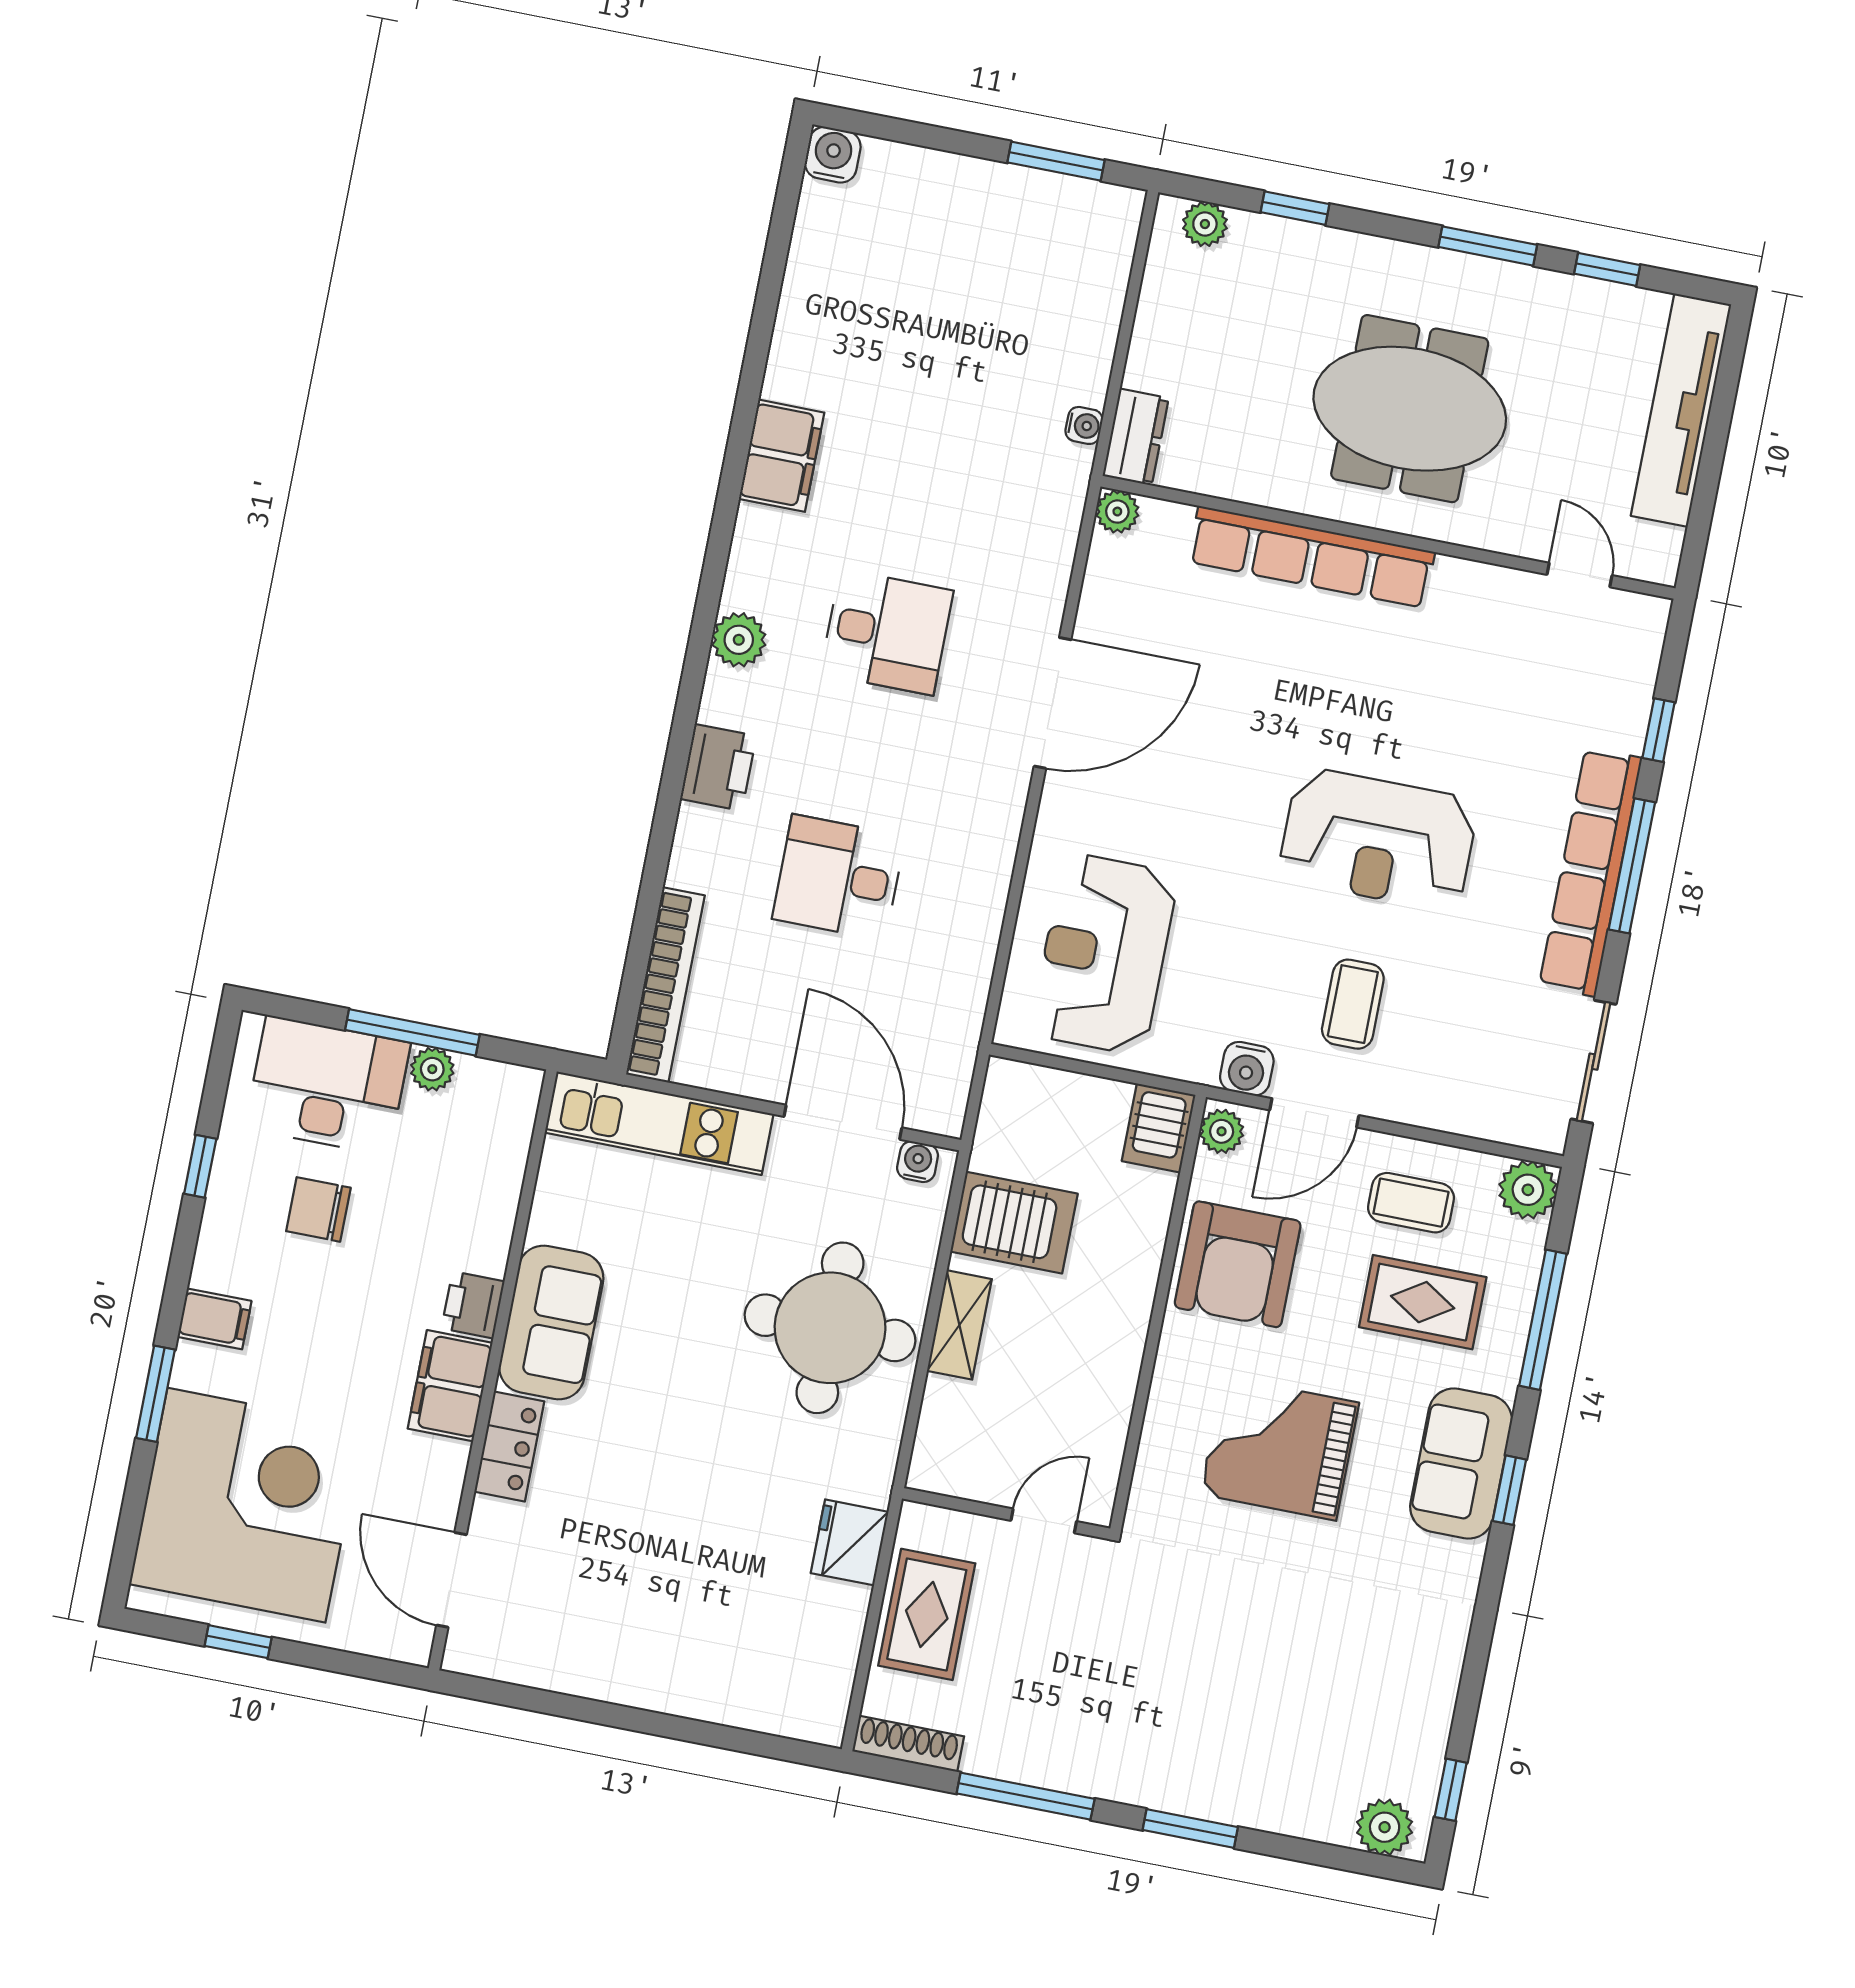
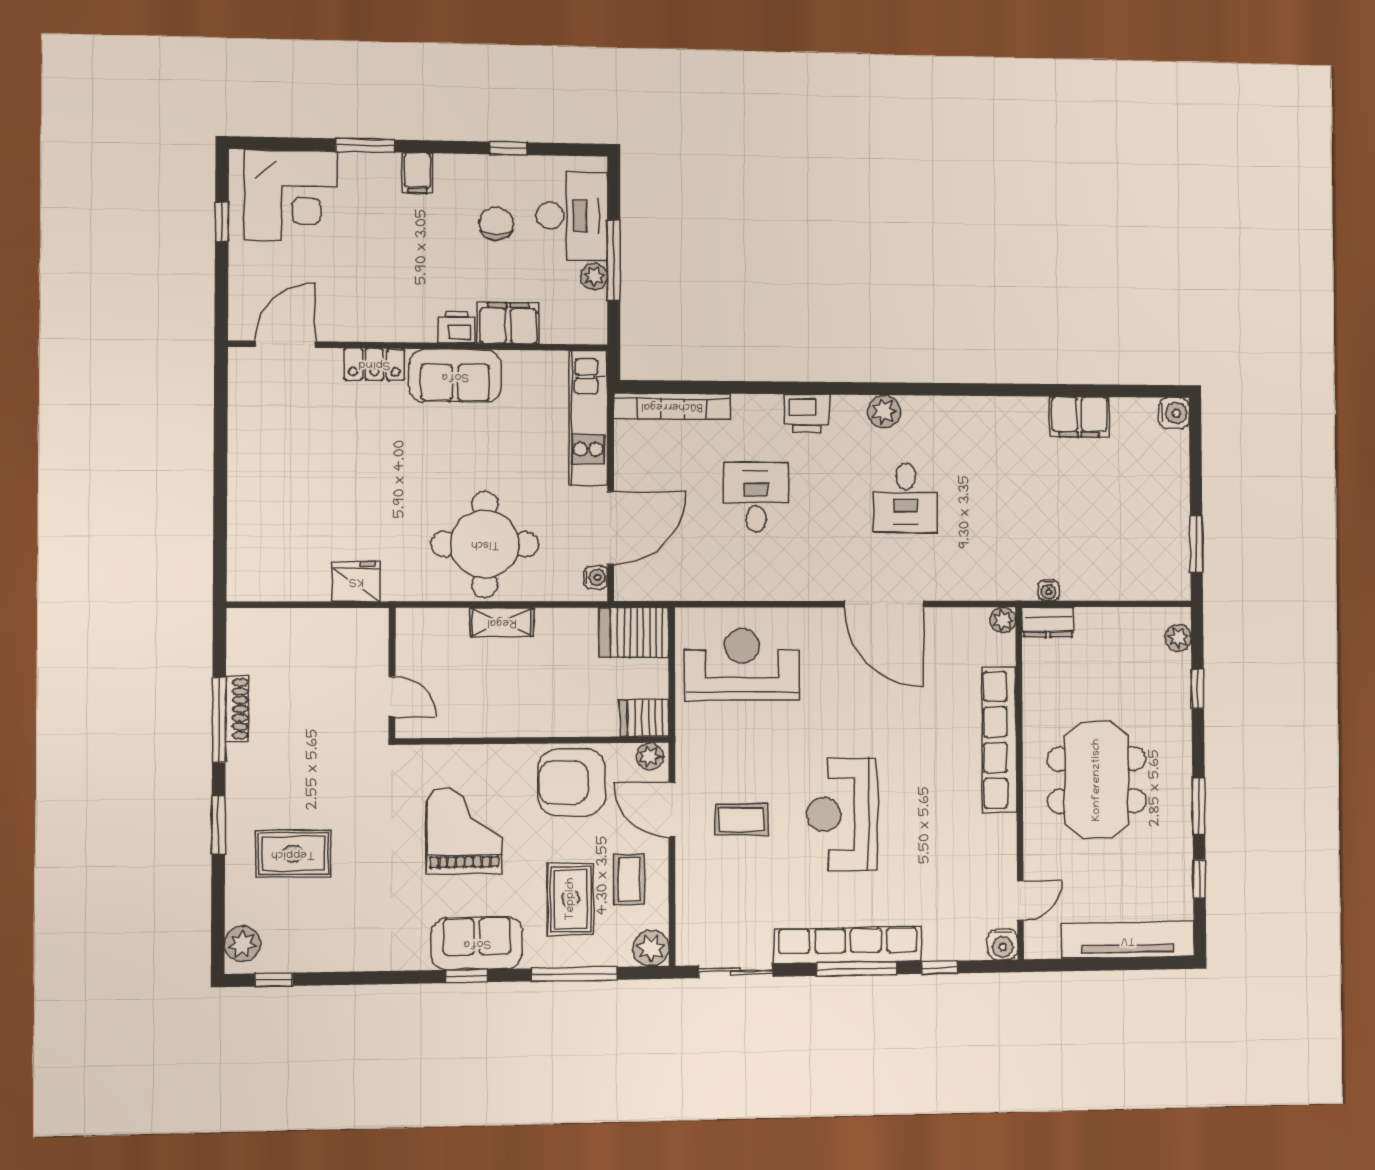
filing cabinet: (782, 456) -> (1079, 417), moved
water cooler: (1247, 1069) -> (1003, 944), moved, turned -90
server rack: (1014, 1223) -> (634, 632), moved, turned 90
filing cabinet: (450, 1386) -> (508, 323), moved
corner desk: (246, 1505) -> (291, 195), width x0.74, depth x0.74
rug: (927, 1614) -> (293, 854), moved
shoe rack: (908, 1744) -> (237, 709), moved

